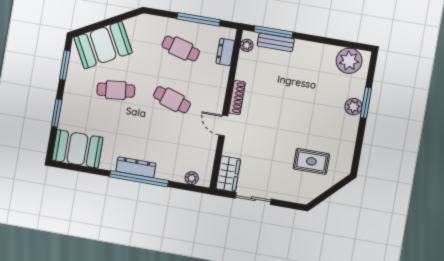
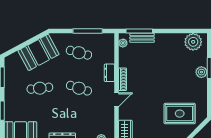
booth: (103, 45) -> (38, 52), moved
dresser: (225, 52) -> (109, 73), moved
door: (223, 126) -> (117, 100), swing flipped
rug: (311, 161) -> (180, 114), width x1.36, depth x1.43

